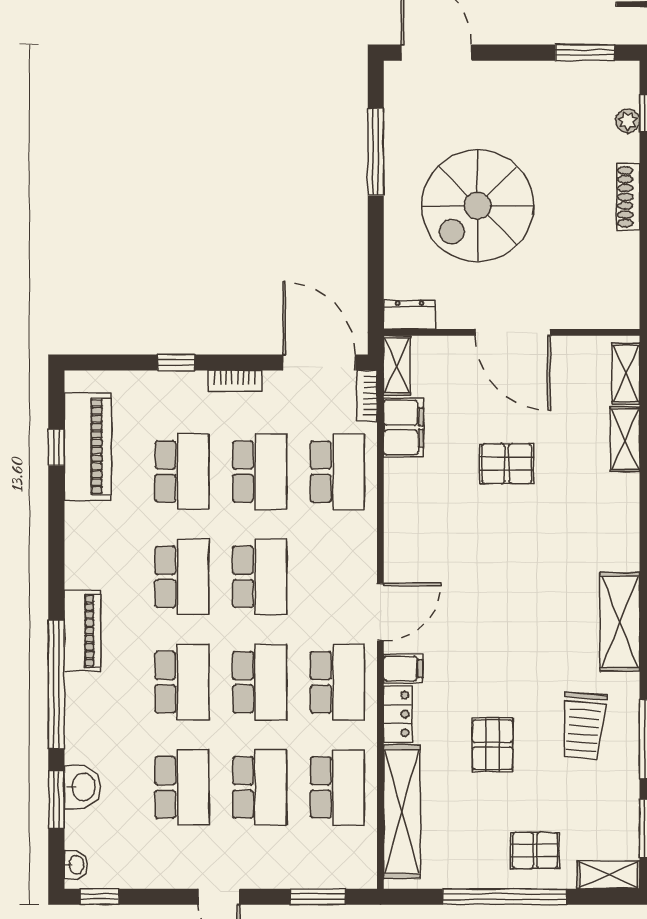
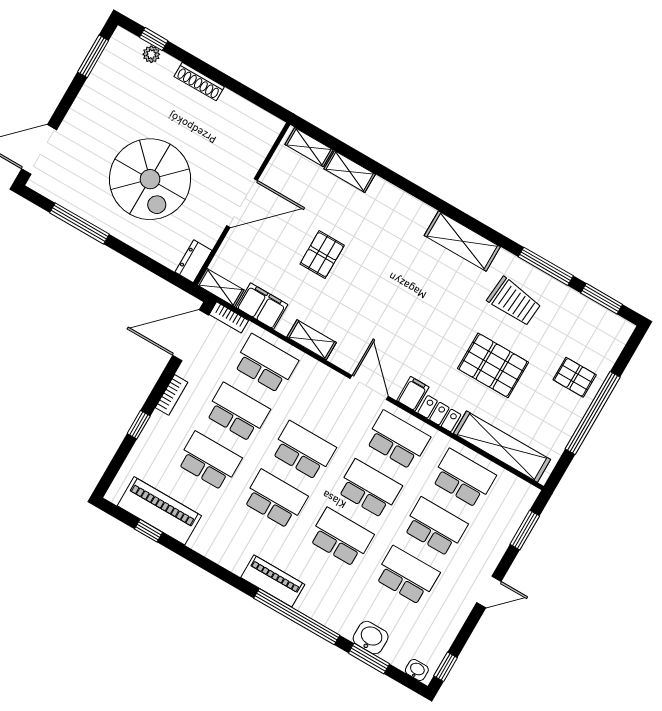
pallet: (493, 745) -> (493, 365), width x1.50, depth x1.42
pallet: (535, 850) -> (575, 377), turned 90
shelving: (608, 875) -> (312, 340), moved, turned 90

